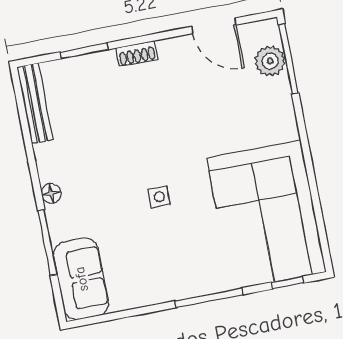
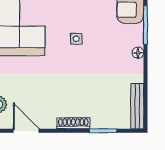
shoe rack: (137, 54) -> (73, 123), width x1.43

